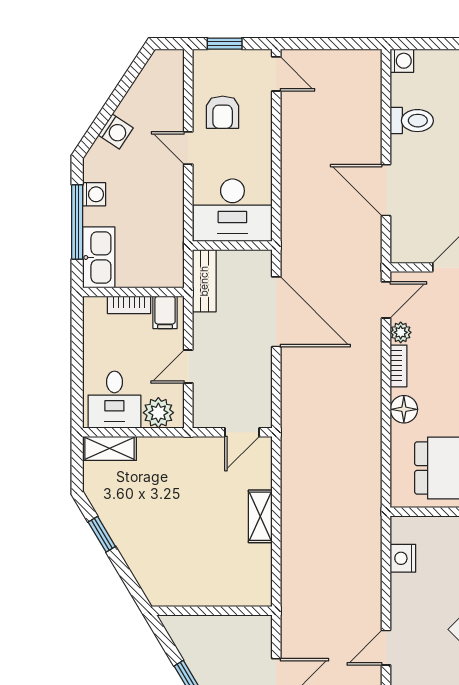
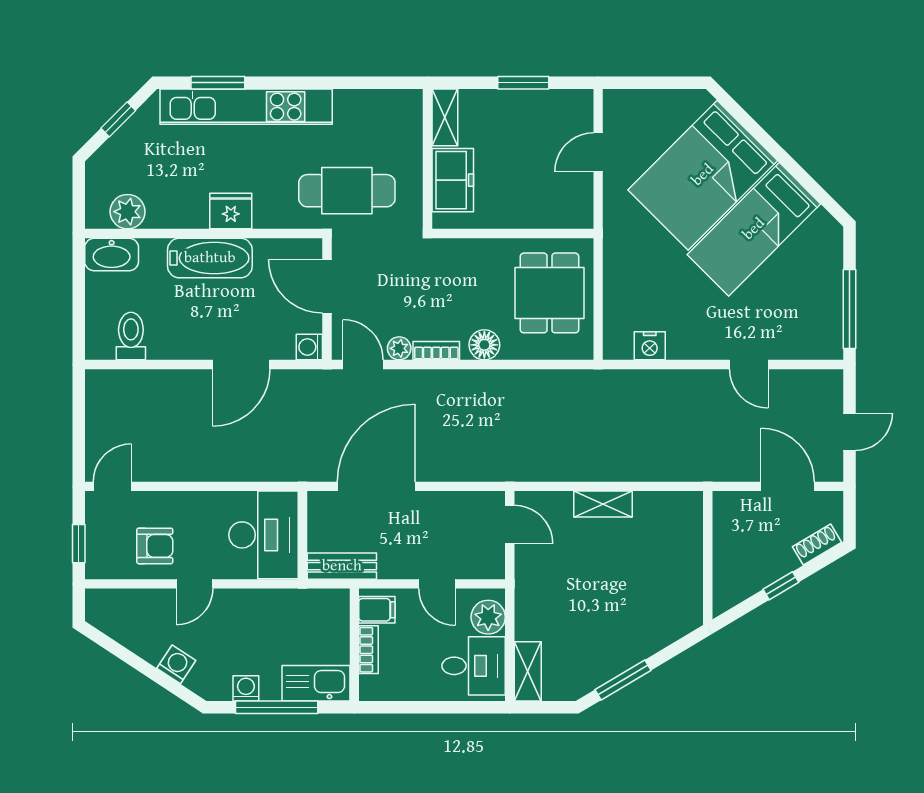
washing machine: (402, 61) -> (309, 347), moved, turned -90
toilet: (412, 121) -> (131, 336), moved
window: (102, 534) -> (623, 680), width x1.50

